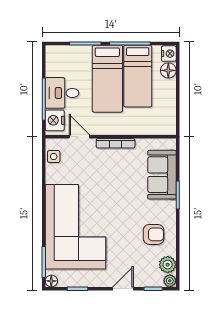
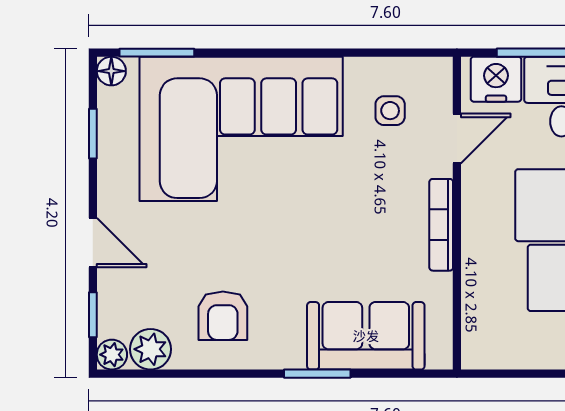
side table: (54, 157) -> (390, 111), moved

